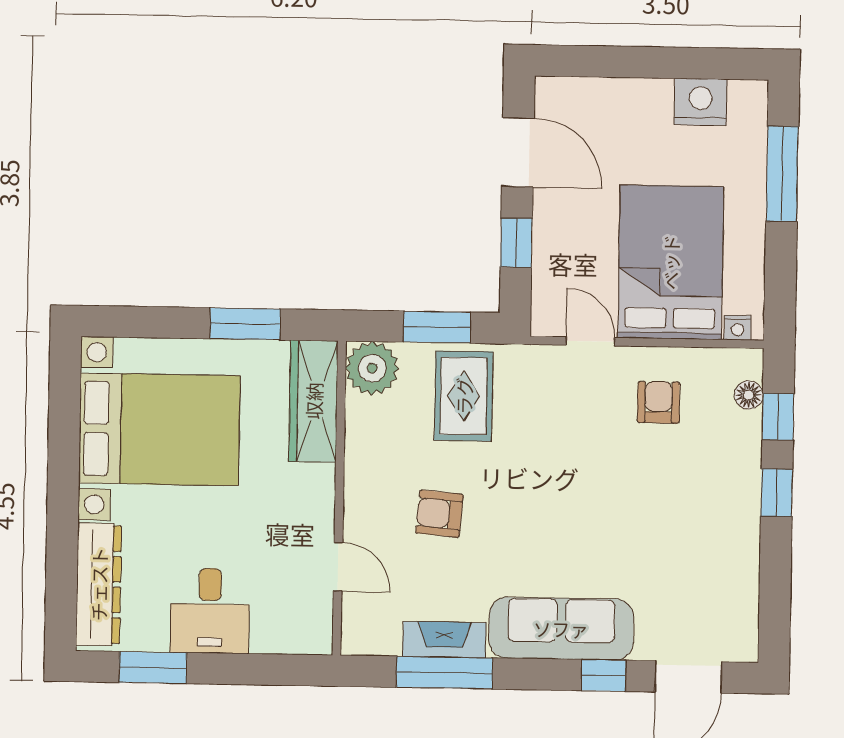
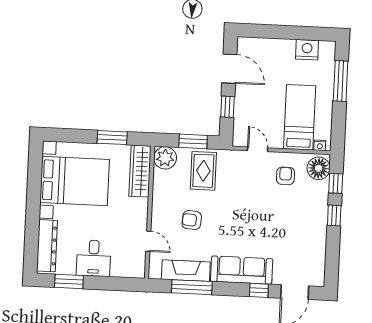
bed: (671, 262) -> (300, 117), width x0.67
floor lamp: (749, 395) -> (319, 168), width x1.89, depth x1.89
fireplace: (444, 640) -> (186, 271), width x1.37, depth x1.32

